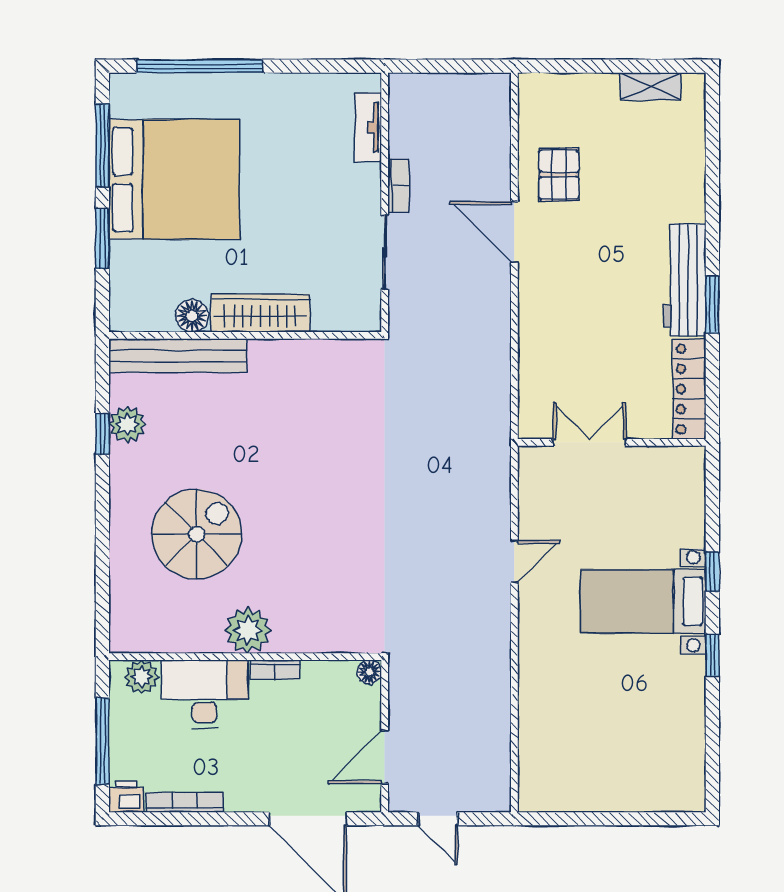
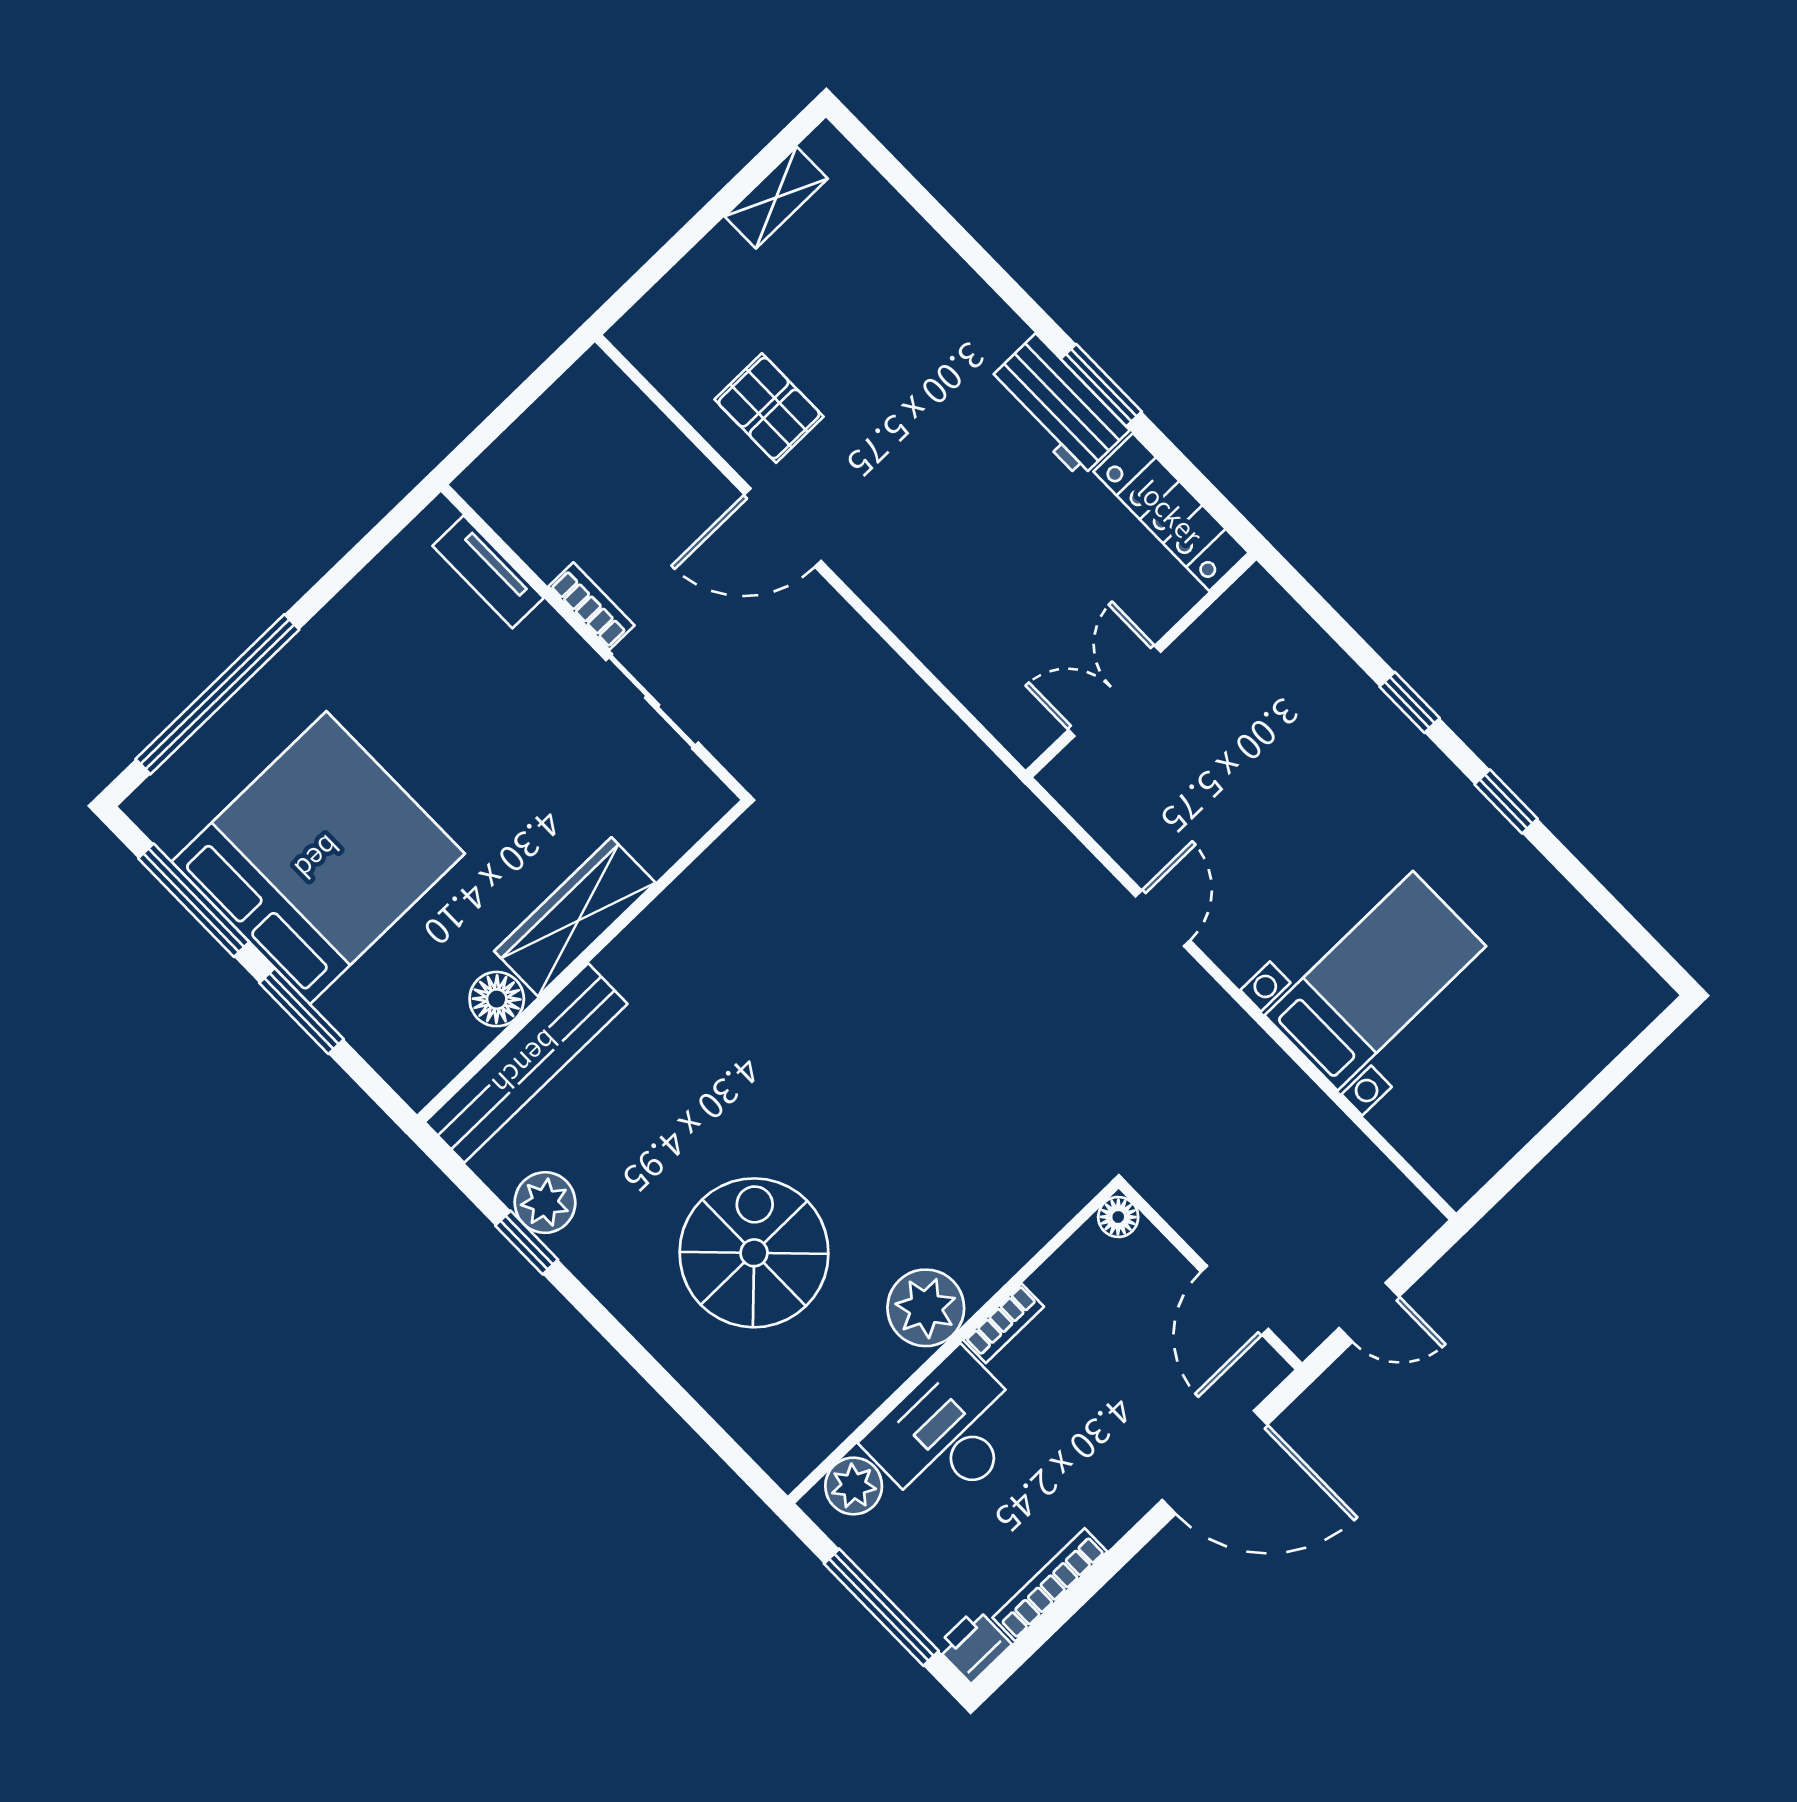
workbench: (685, 280) -> (1058, 406), width x0.73
bed with nightstands: (643, 601) -> (1375, 981), moved, turned 180

